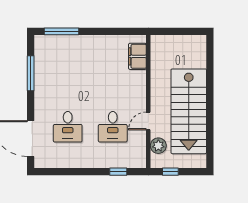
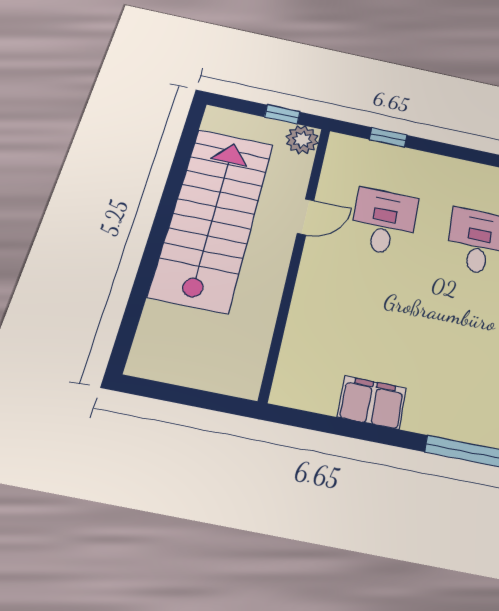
filing cabinet: (137, 56) -> (372, 403), moved, turned -90
plant: (158, 146) -> (302, 140), moved

